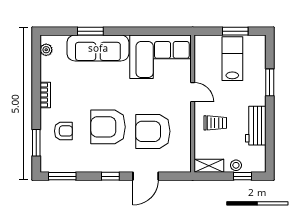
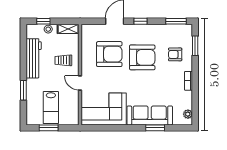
workbench: (256, 126) -> (34, 58), width x1.38

